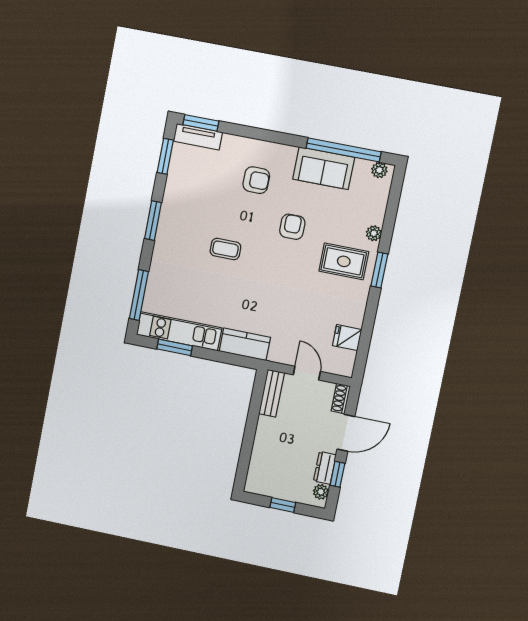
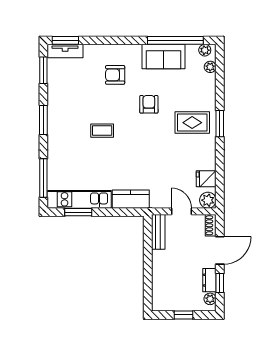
armchair: (256, 180) -> (115, 75), turned 180
plant: (374, 233) -> (210, 67), moved
plant: (344, 366) -> (208, 200), added

